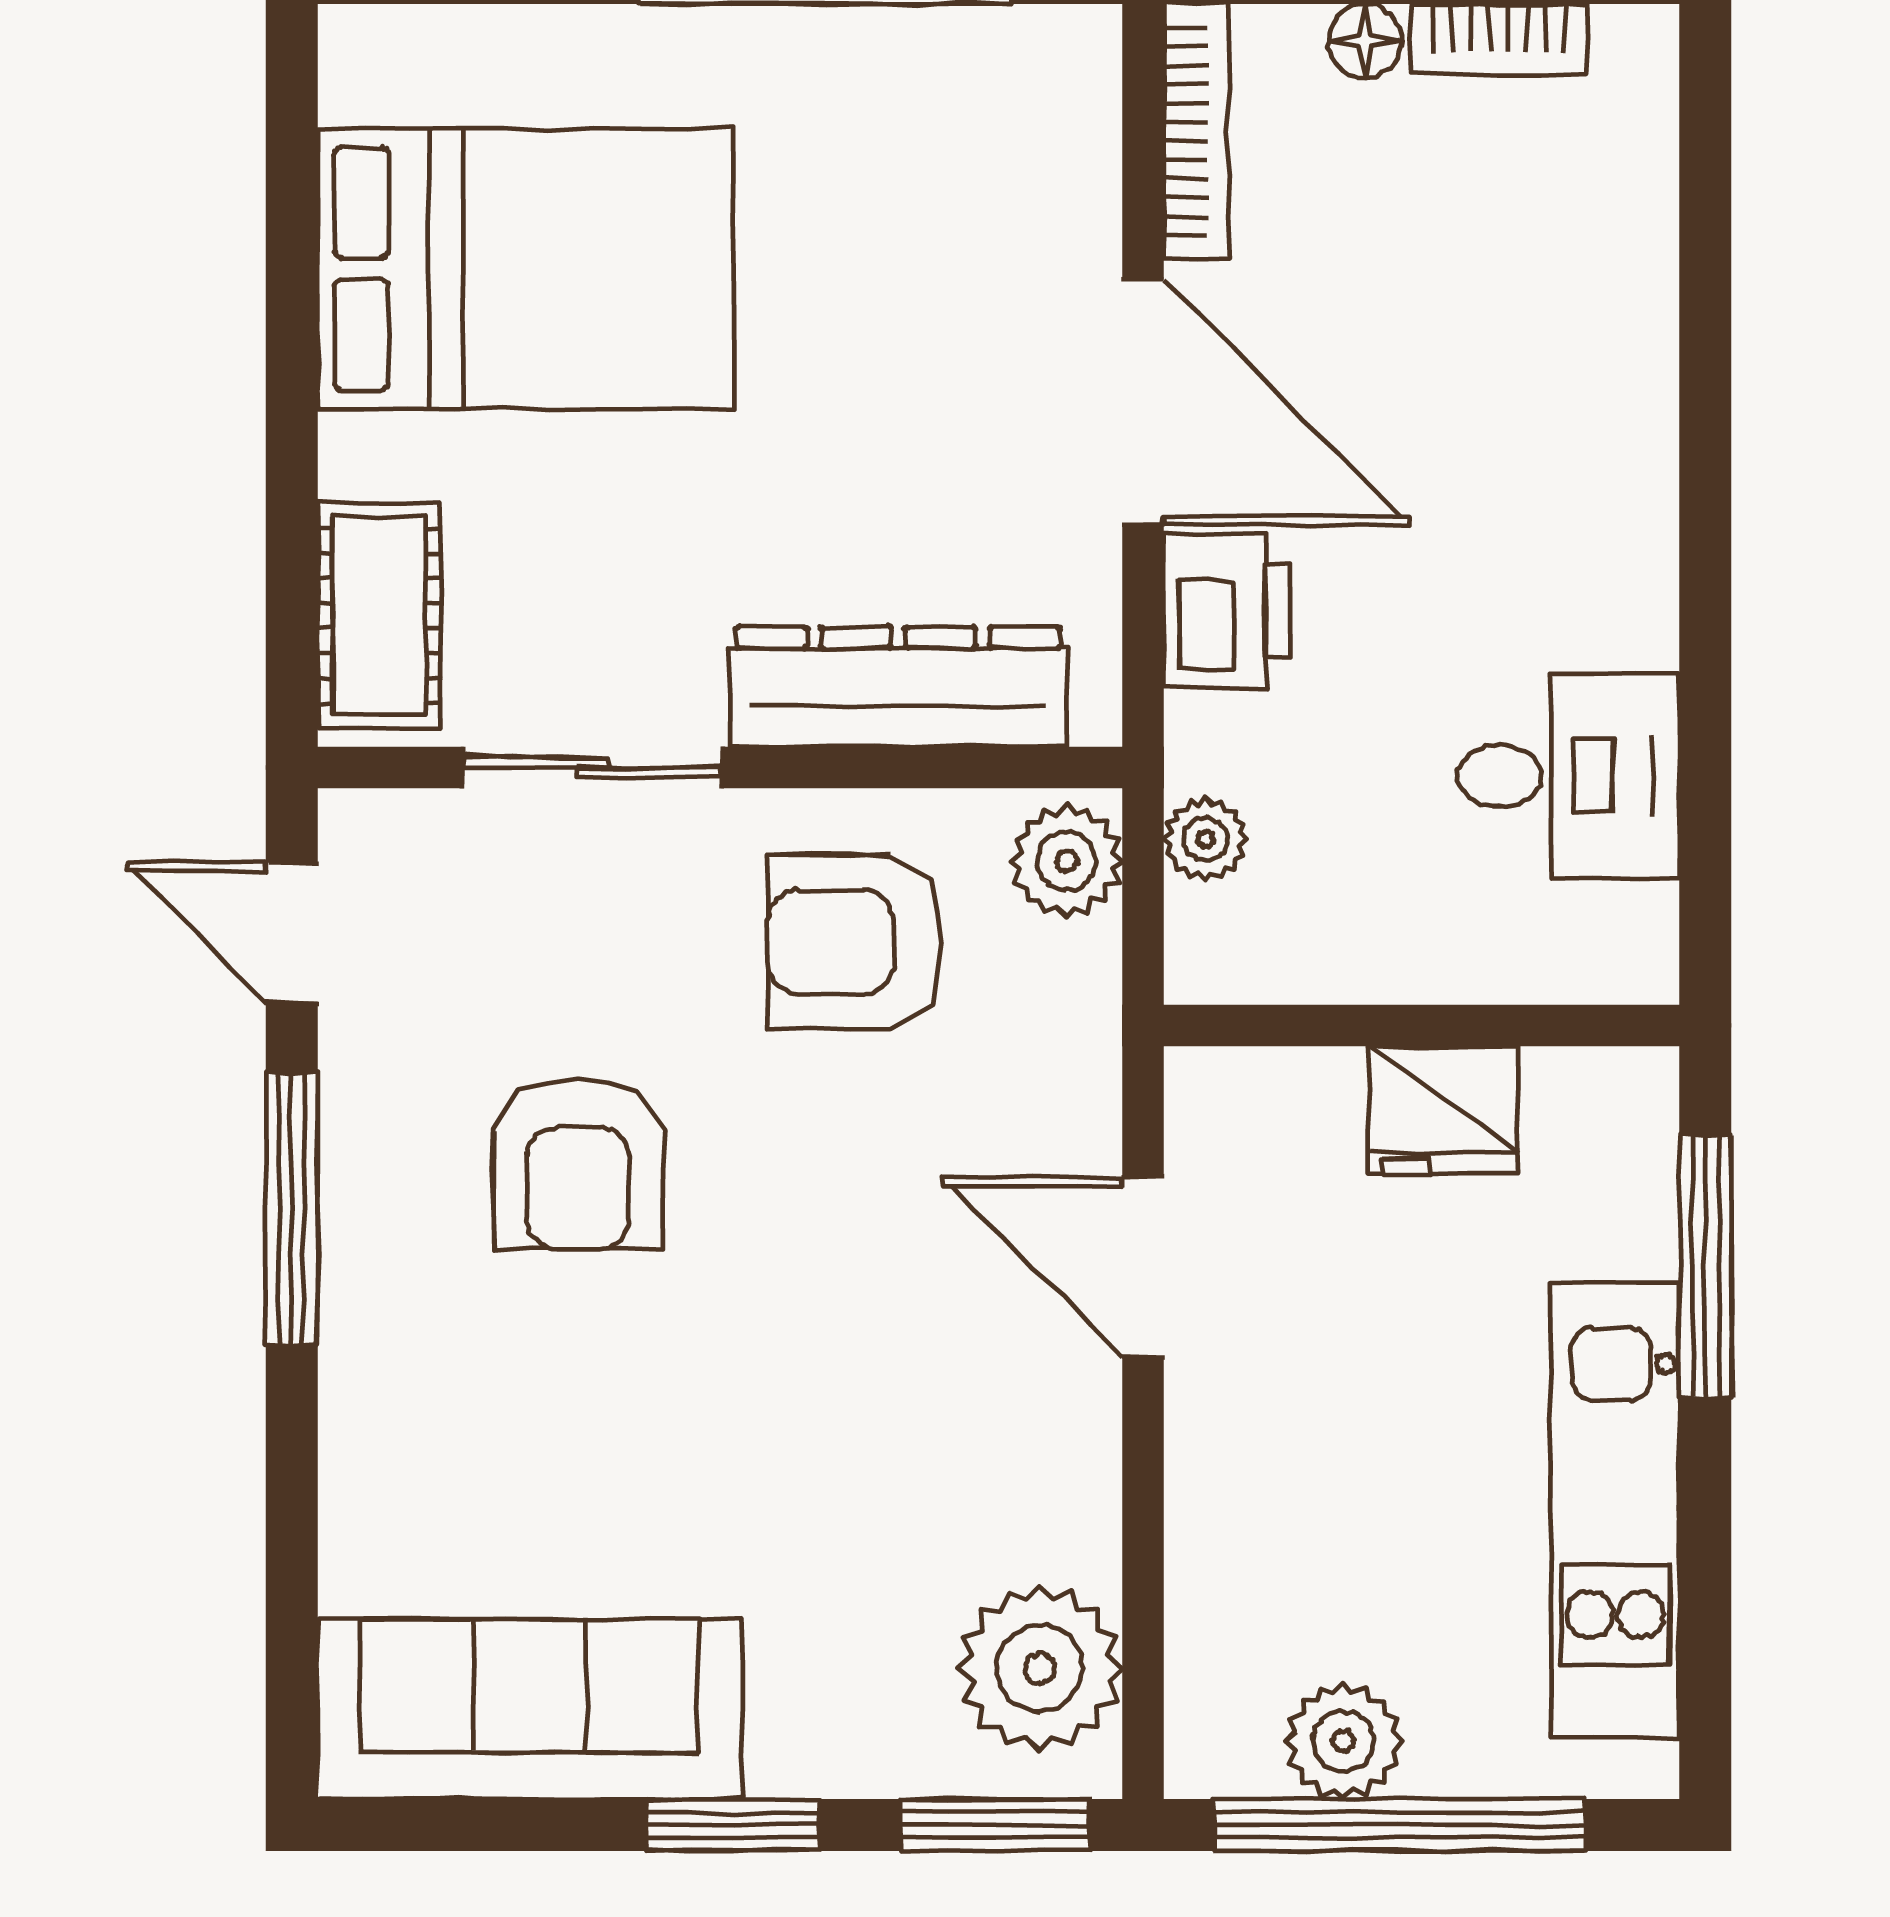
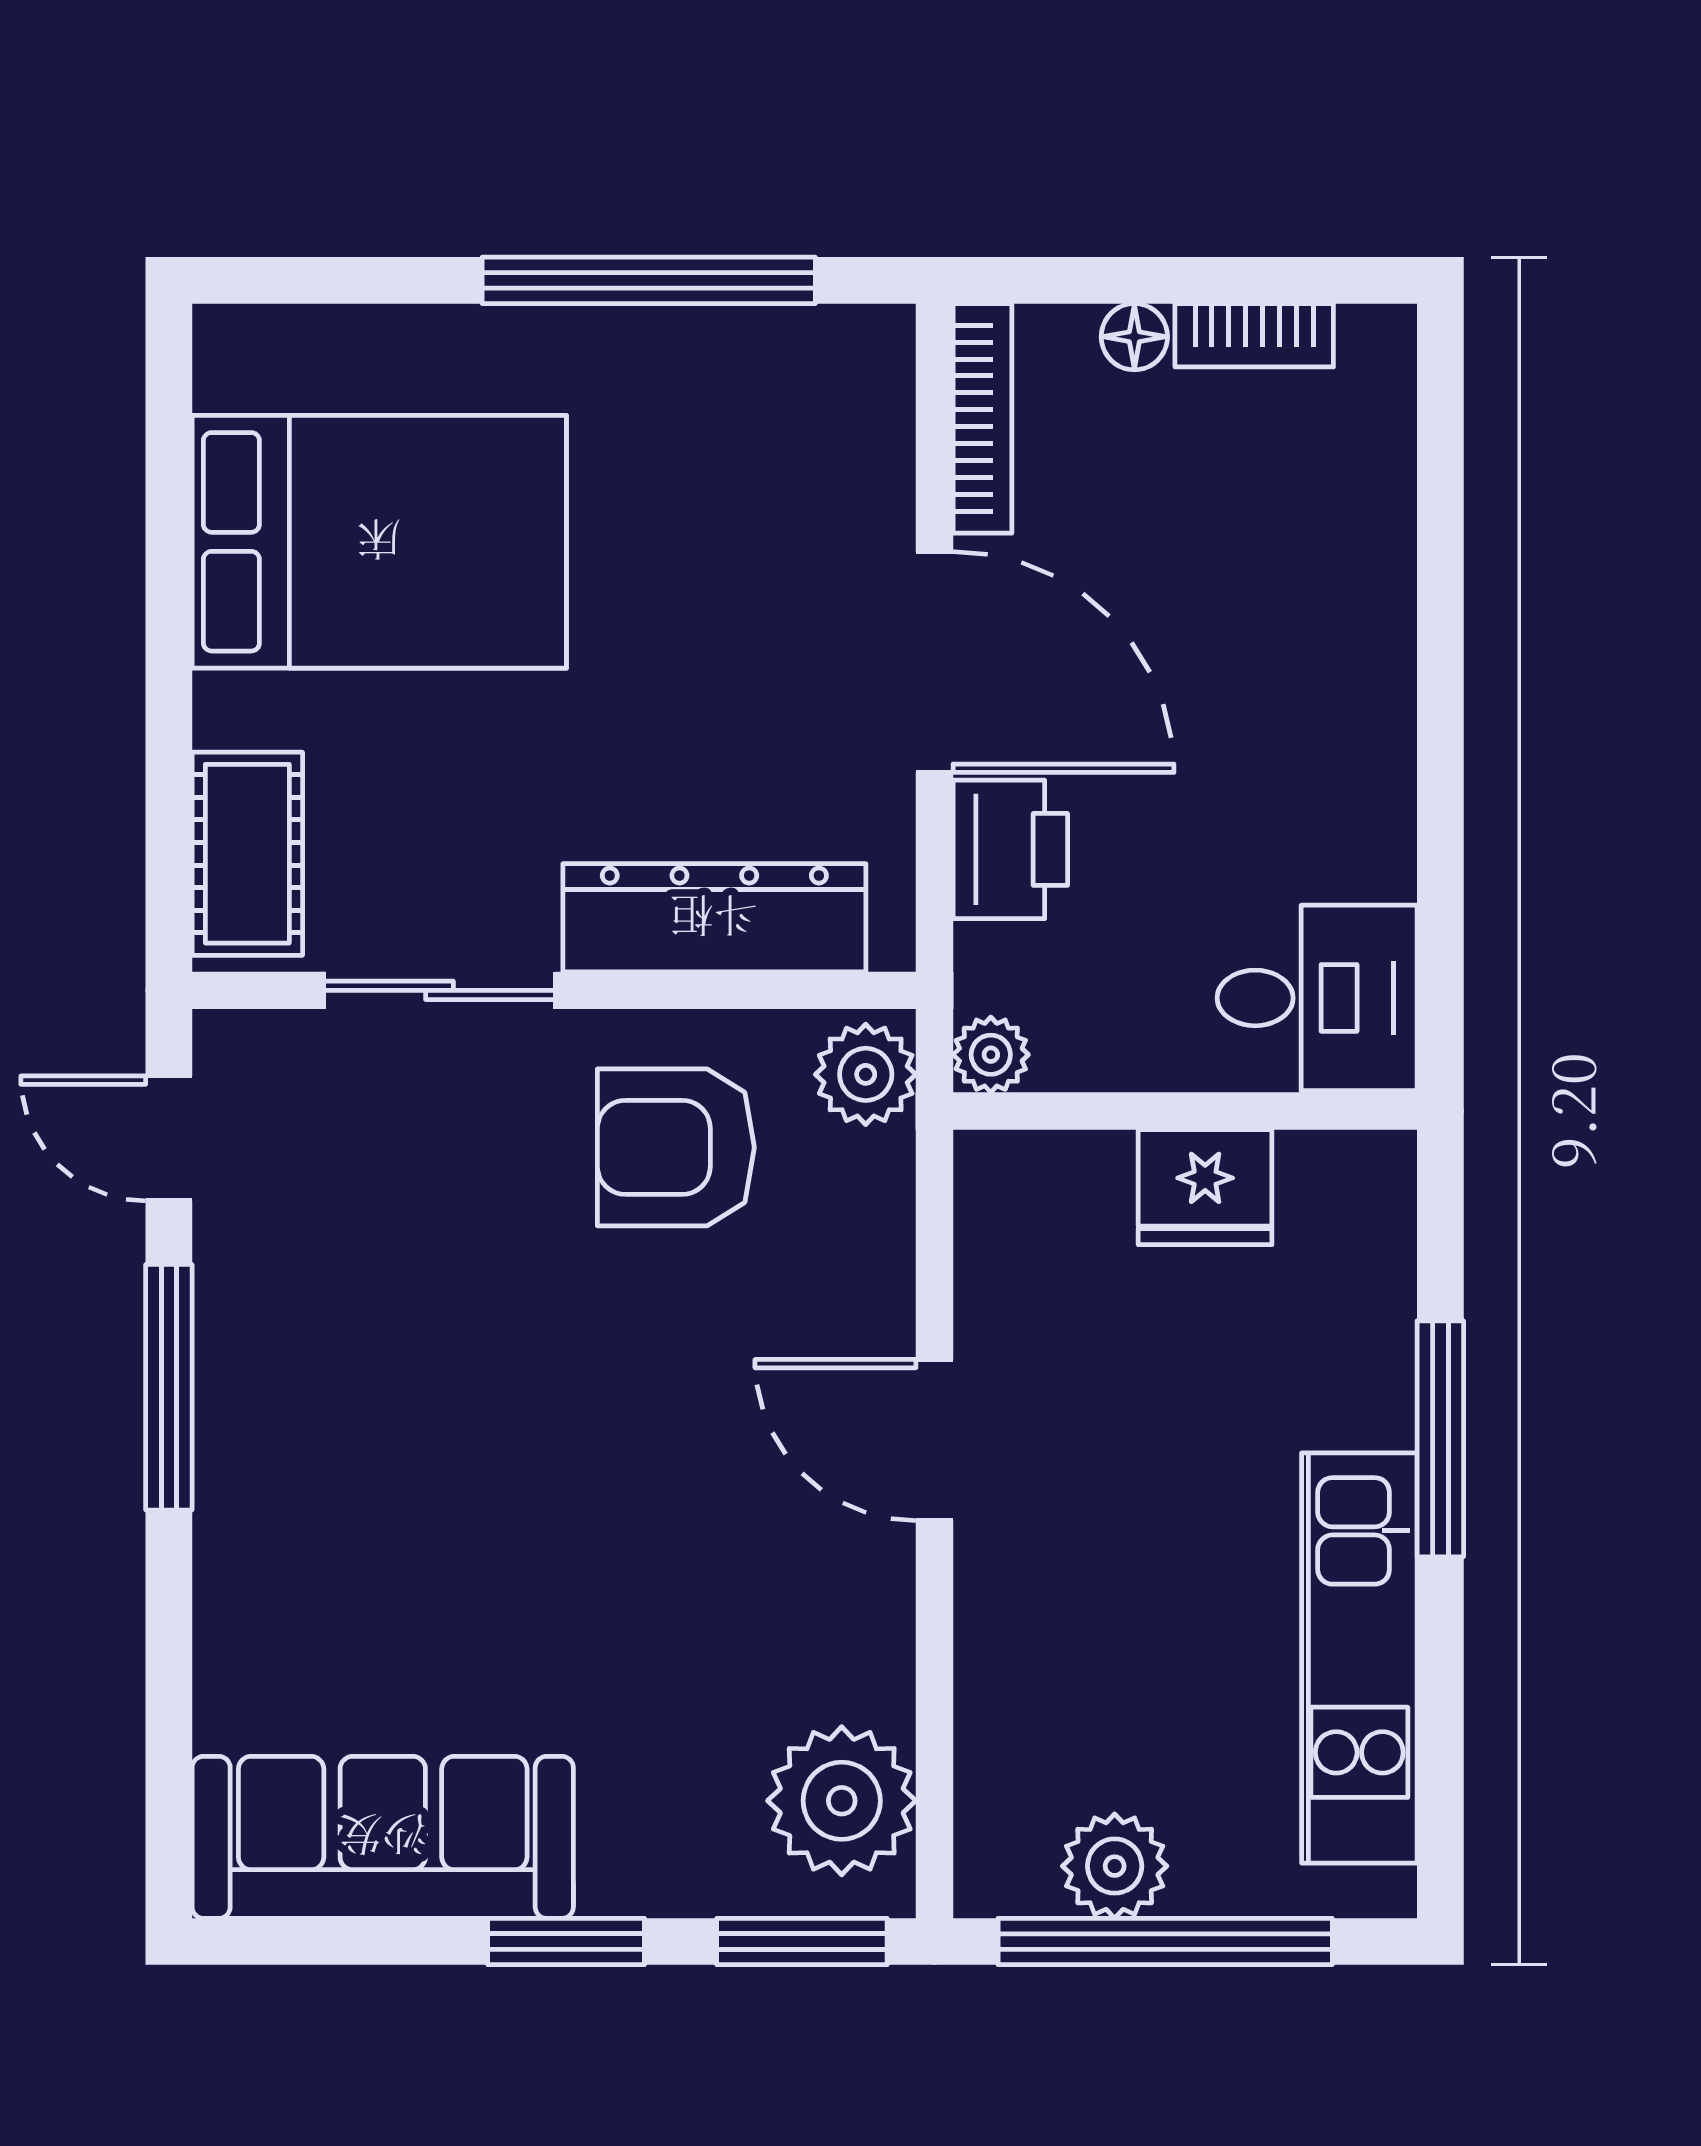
wall: (1422, 1025) -> (1185, 1111), moved
fridge: (1444, 1110) -> (1205, 1187), moved
armchair: (578, 1164) -> (426, 1347), removed

